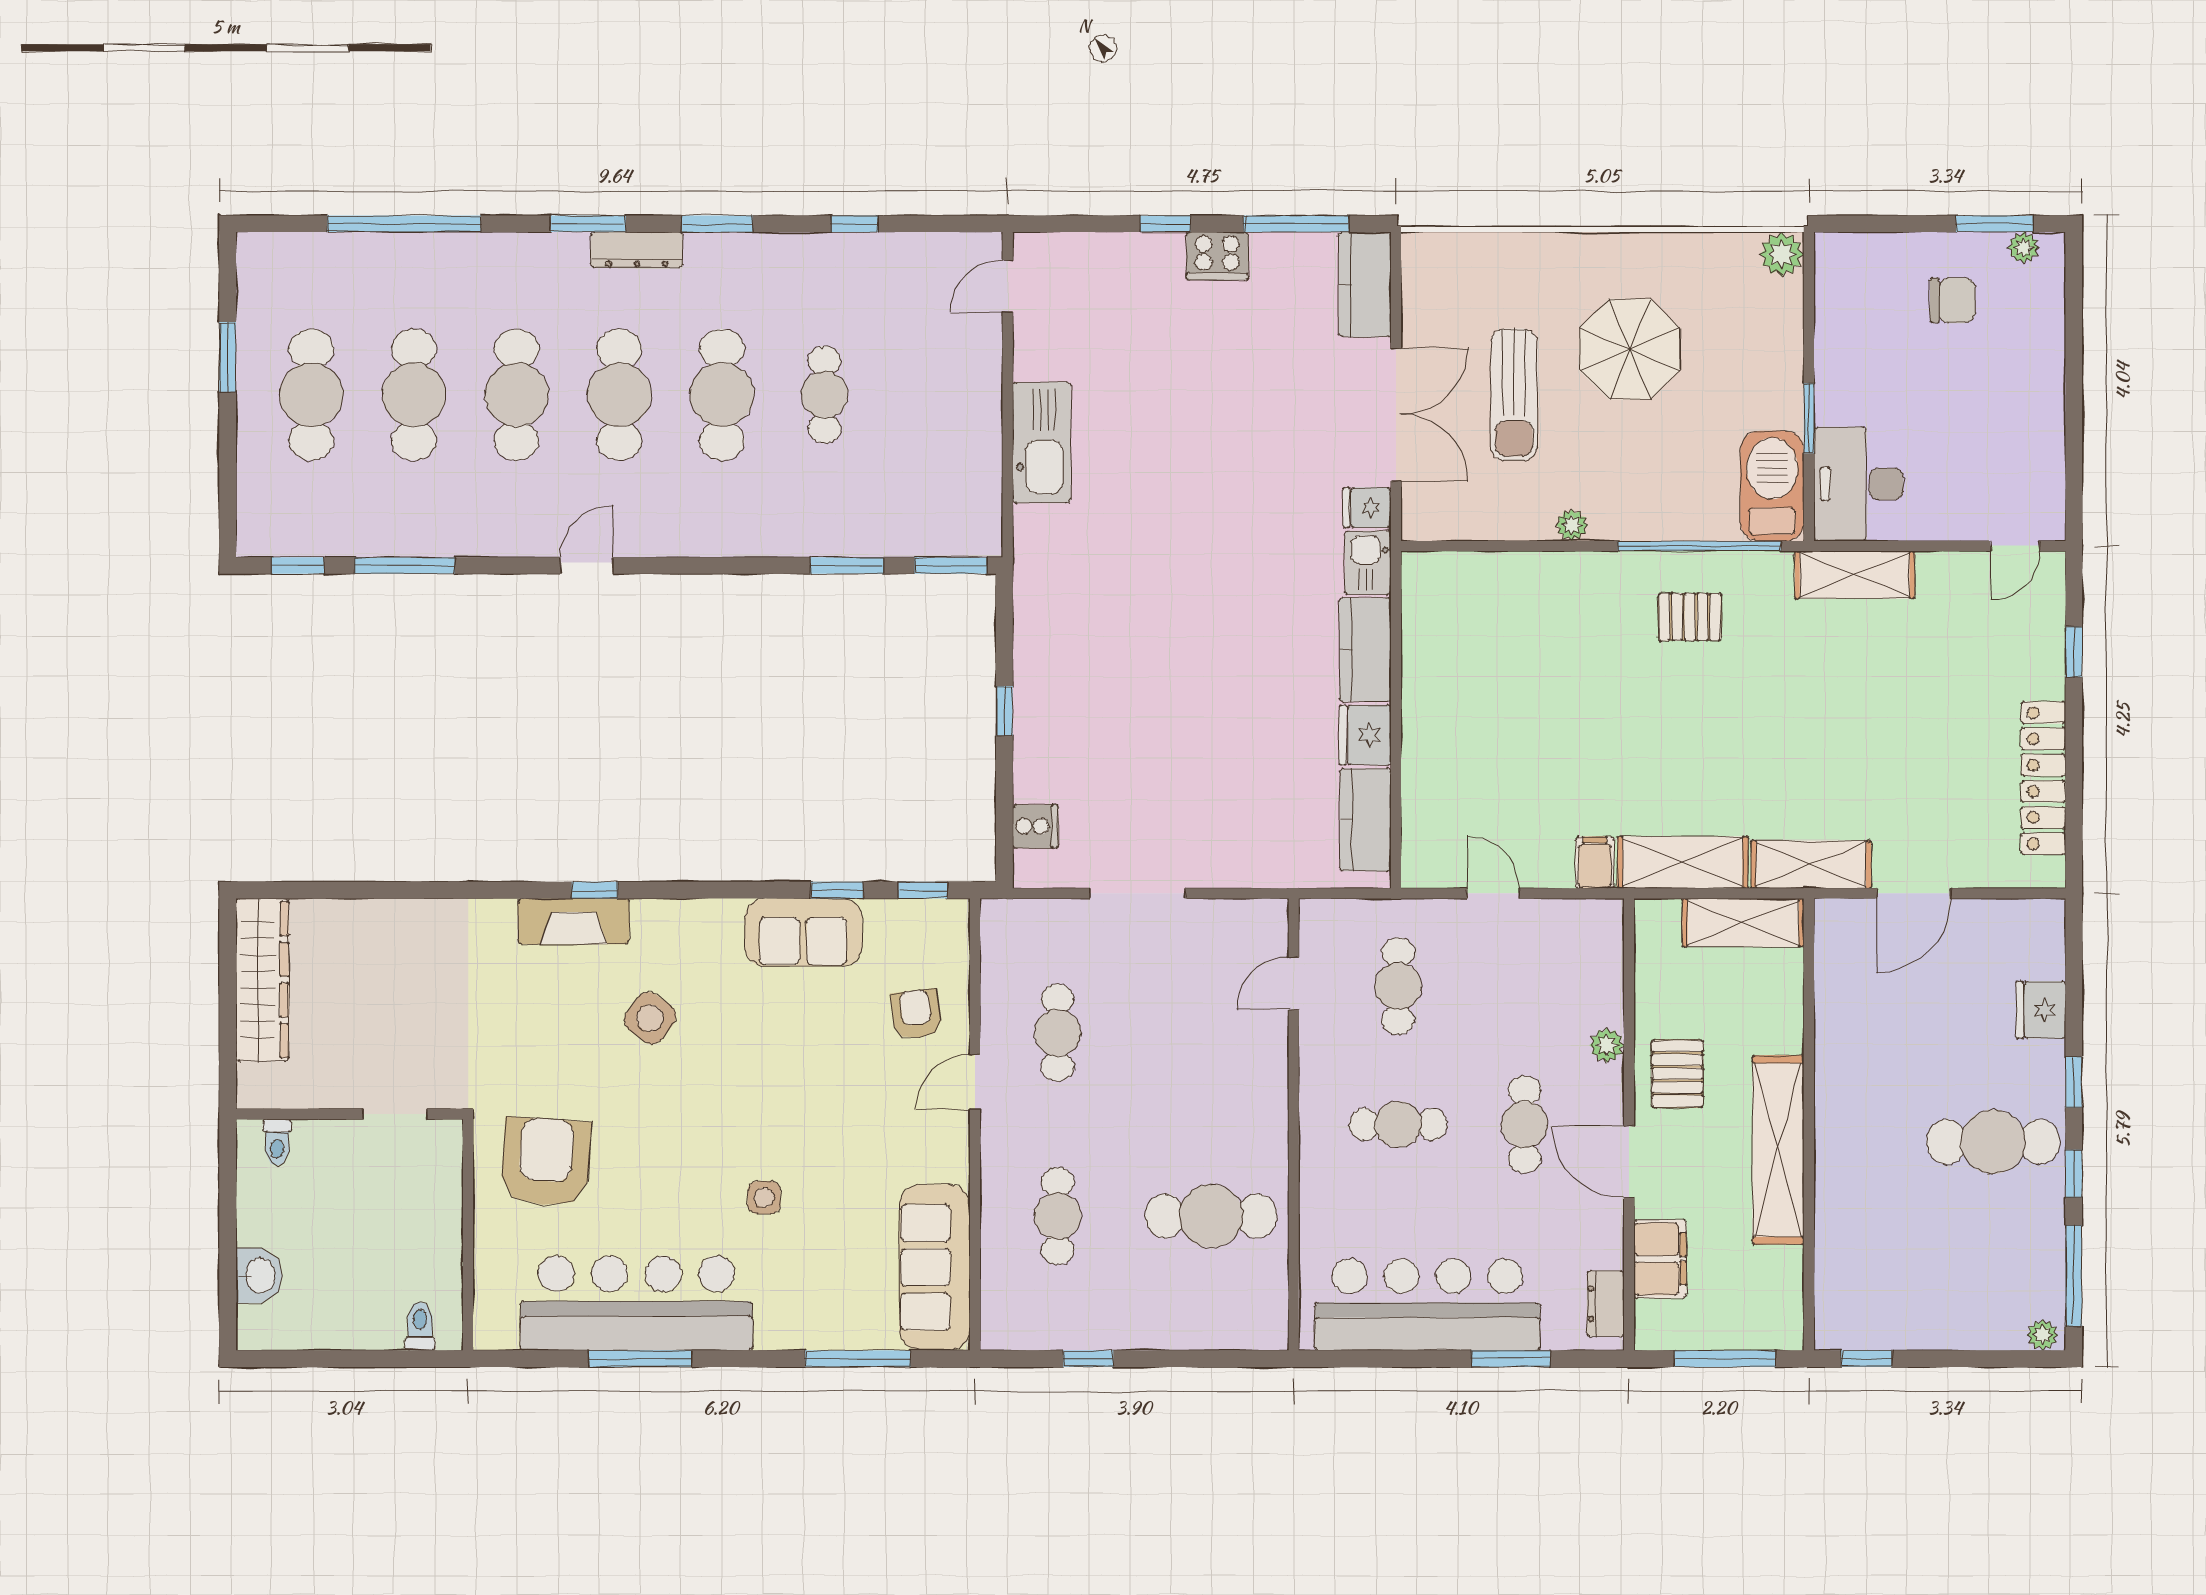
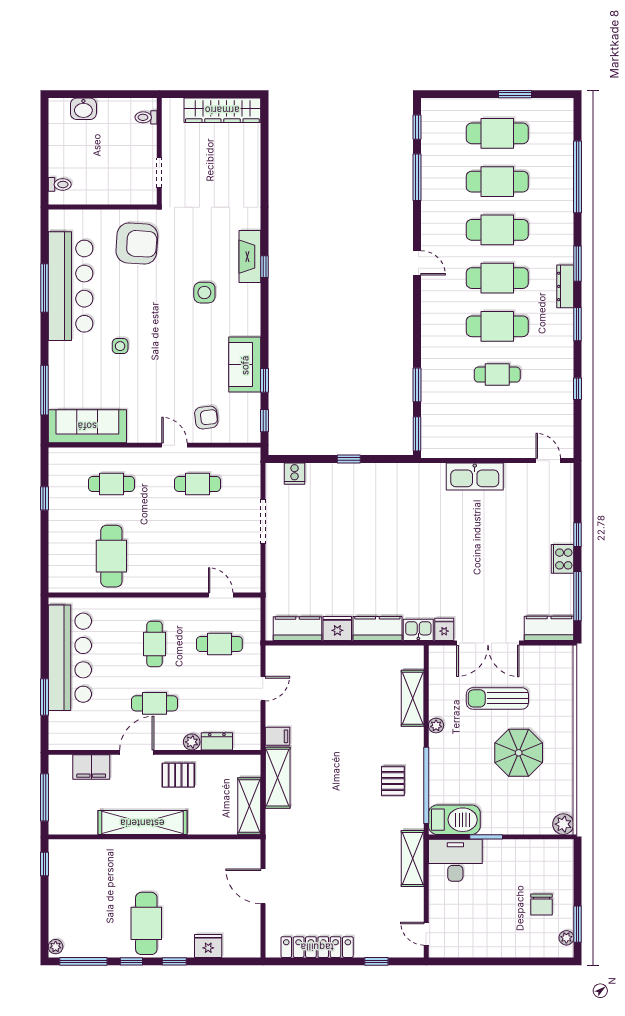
shelving: (1811, 865) -> (413, 698), moved
side table: (650, 1018) -> (204, 293), turned -37
dresser: (1606, 1304) -> (217, 741), moved

